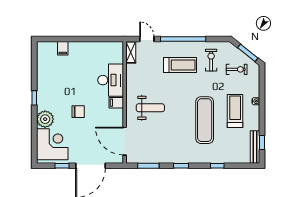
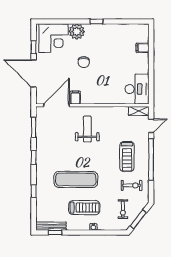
desk: (111, 80) -> (137, 89), moved, turned -90
filing cabinet: (116, 103) -> (75, 98), moved
weight bench: (150, 108) -> (87, 129), turned 180

